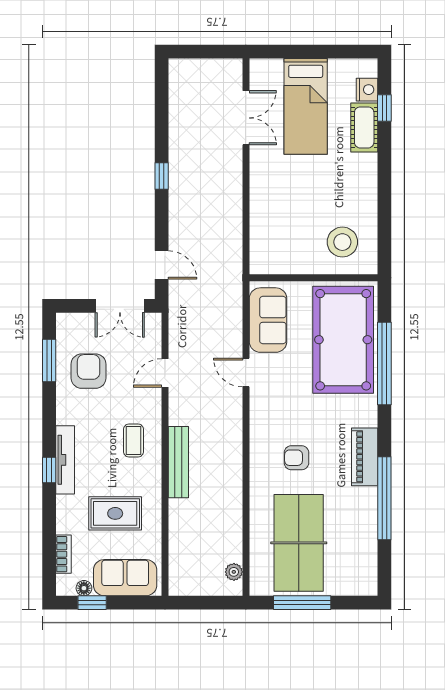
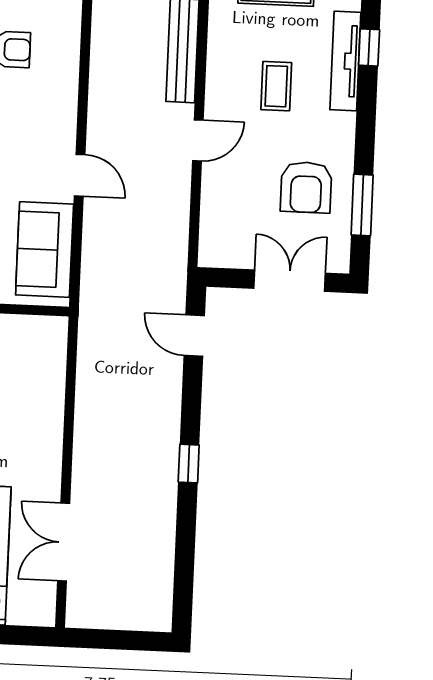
double door: (120, 306) -> (290, 281), moved
door: (165, 373) -> (198, 140), moved
coffee table: (133, 440) -> (276, 86), moved

